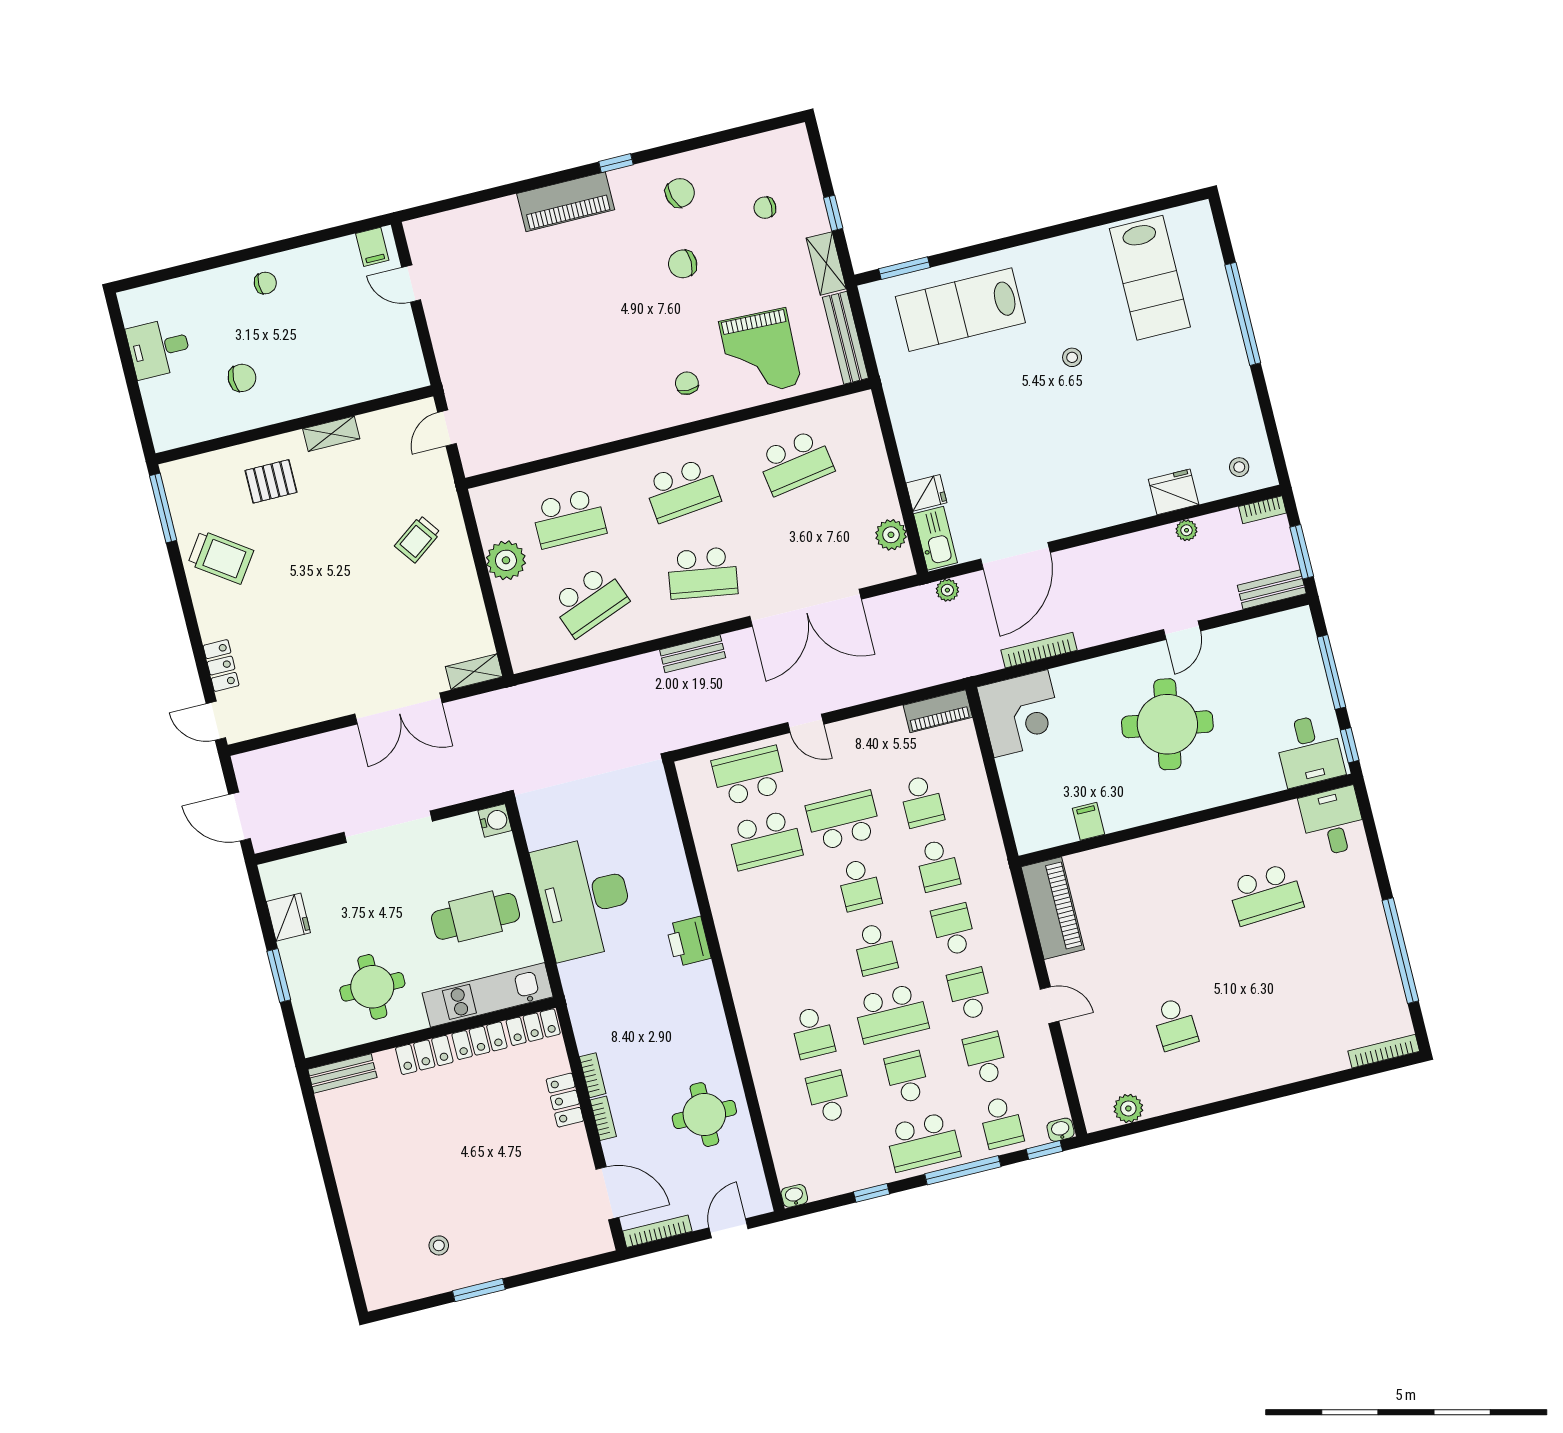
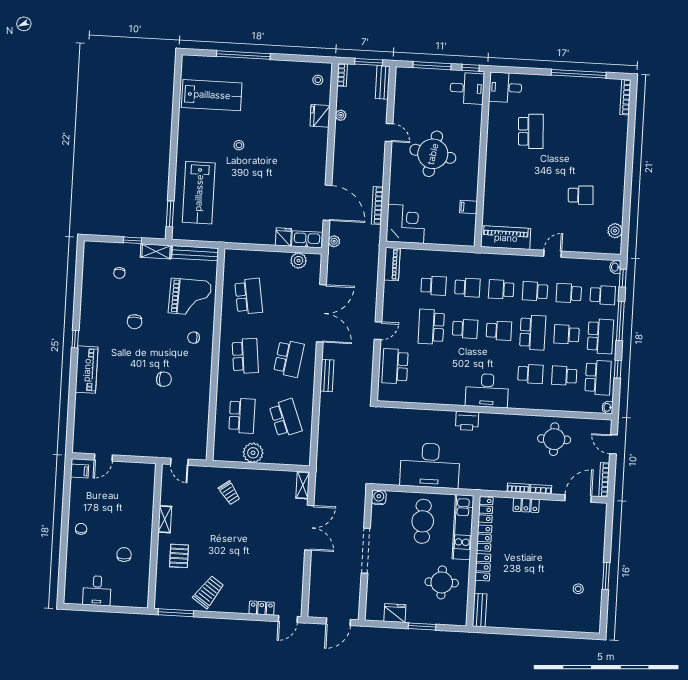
chair: (680, 193) -> (164, 379), moved, turned 107
school desk: (765, 840) -> (598, 378), moved
desk: (757, 961) -> (487, 390), added

